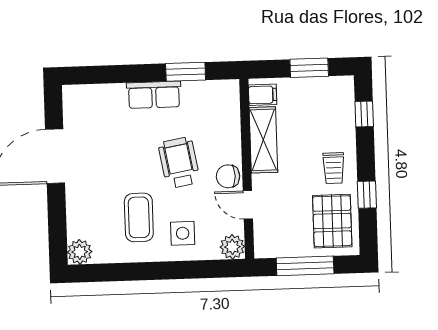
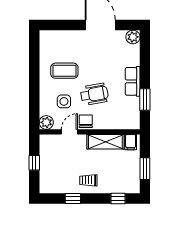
pallet: (332, 221) -> (59, 179), removed
side table: (183, 233) -> (64, 101), moved
plant: (80, 252) -> (133, 37), moved
window: (305, 266) -> (34, 163), width x0.46

